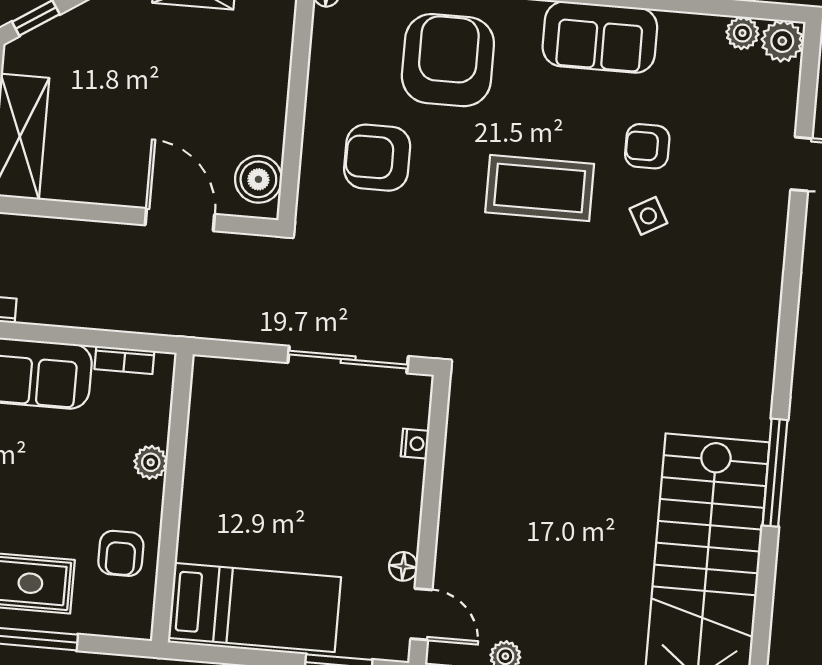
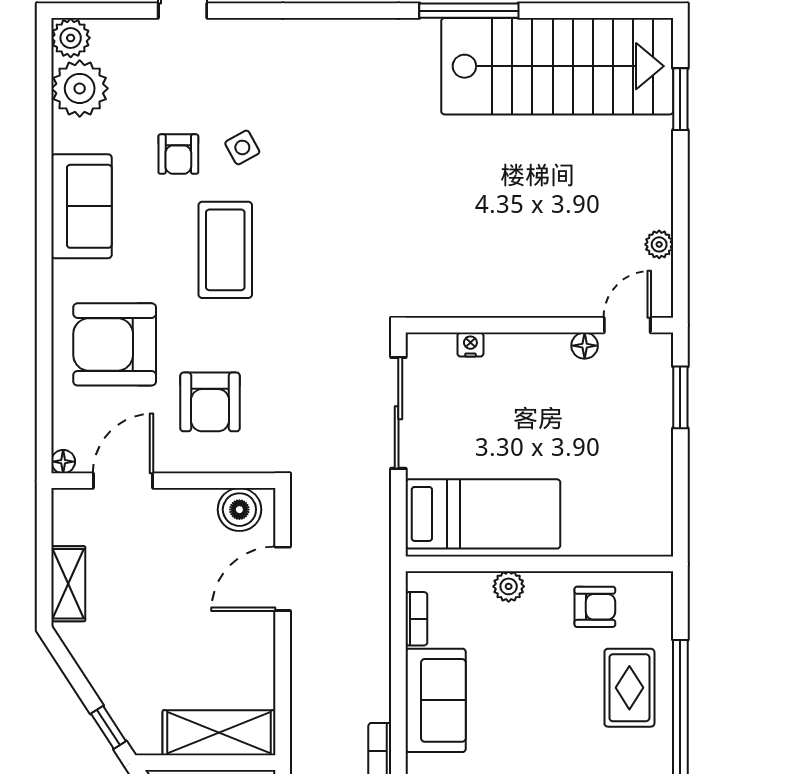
plant: (742, 33) -> (80, 88), width x1.87, depth x1.87
door: (300, 57) -> (123, 481), added
bed: (255, 607) -> (483, 514), moved, turned 90

